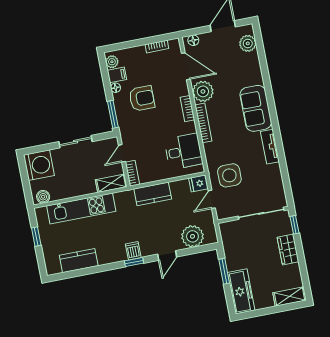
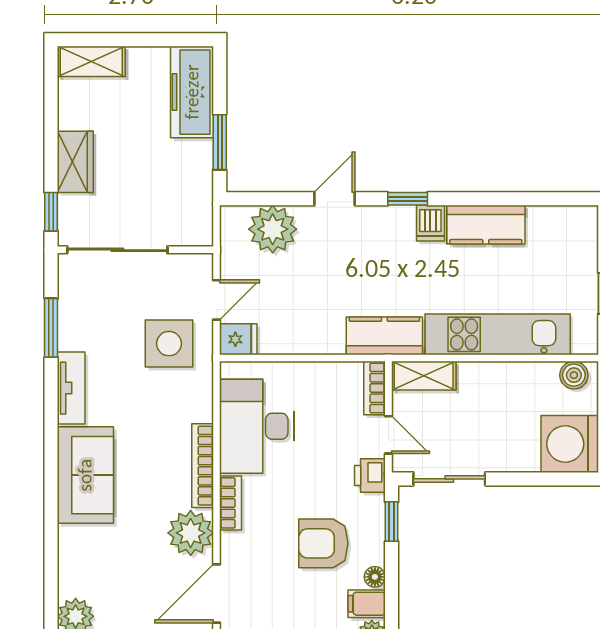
door: (186, 66) -> (217, 594), hinge flipped
window: (113, 114) -> (392, 522), width x0.67
printer: (127, 133) -> (370, 475), added
sliding door: (76, 142) -> (449, 479), moved
desk: (184, 151) -> (257, 426), width x1.37
door: (122, 153) -> (388, 435), hinge flipped
window: (284, 172) -> (51, 328), added
kitchen counter: (153, 194) -> (384, 336), moved
dishwasher: (133, 251) -> (430, 223), moved
kitchen counter: (79, 261) -> (486, 225), moved

